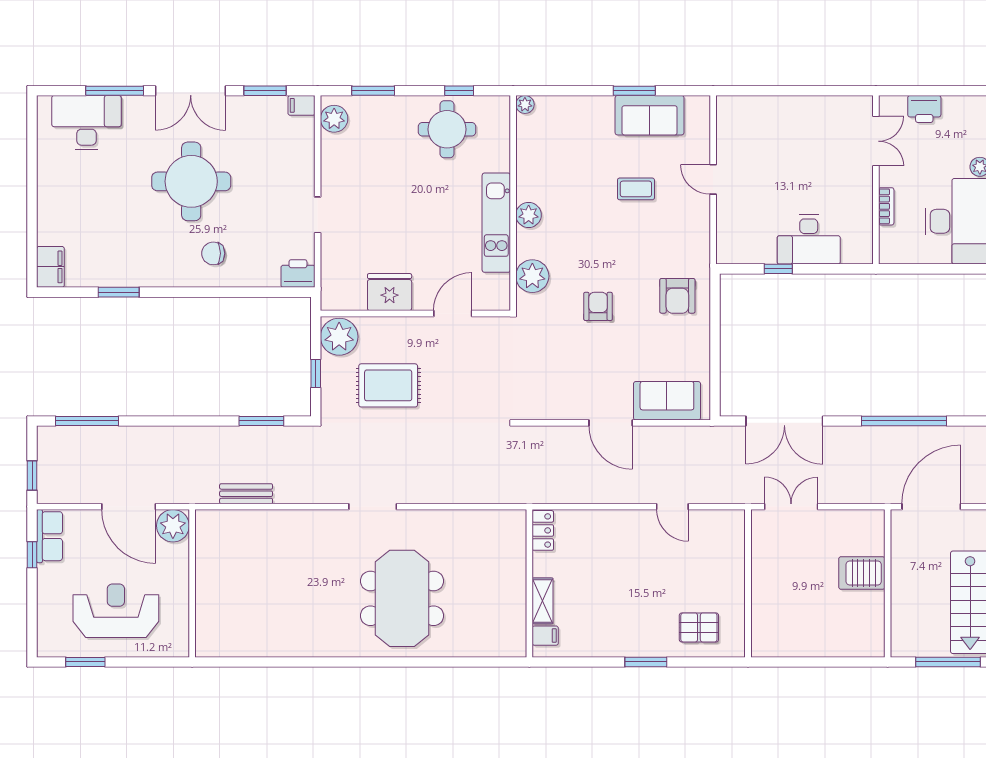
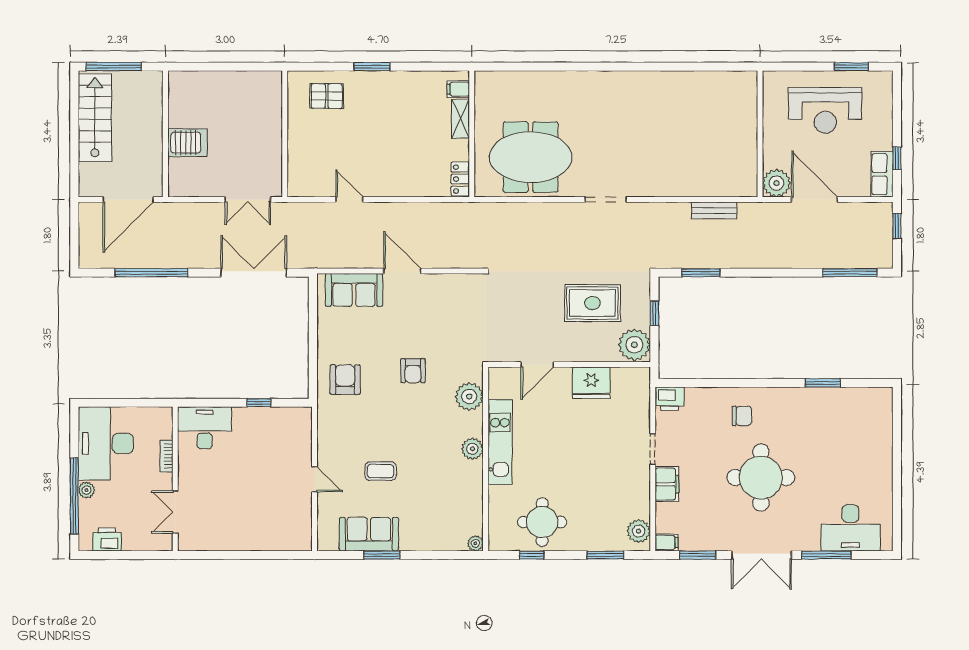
double door: (191, 91) -> (761, 555), swing flipped
printer: (924, 109) -> (107, 539), moved
desk: (809, 240) -> (205, 428), moved
filing cabinet: (50, 267) -> (667, 484), moved, turned 180
meeting table: (402, 598) -> (531, 157), moved, turned 90

